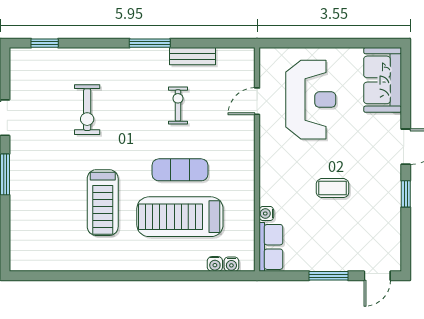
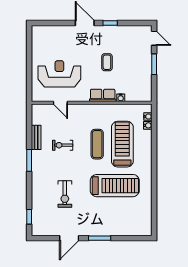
sofa: (383, 80) -> (49, 35), removed
exercise bike: (87, 110) -> (65, 194), turned 90
treadmill: (103, 203) -> (115, 186), width x1.37, depth x1.38
treadmill: (180, 217) -> (122, 144), turned 180
row of seats: (271, 247) -> (103, 95), moved

